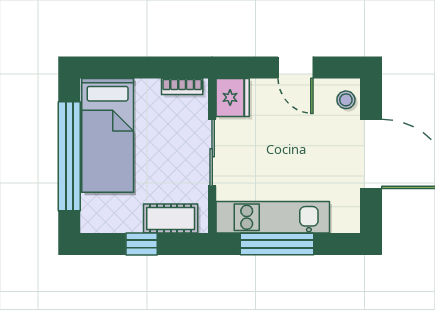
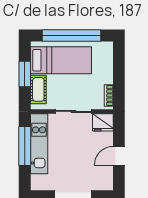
stool: (346, 100) -> (102, 183), removed
bed: (108, 135) -> (61, 60), moved, turned 180
window: (142, 244) -> (25, 74), width x1.50

